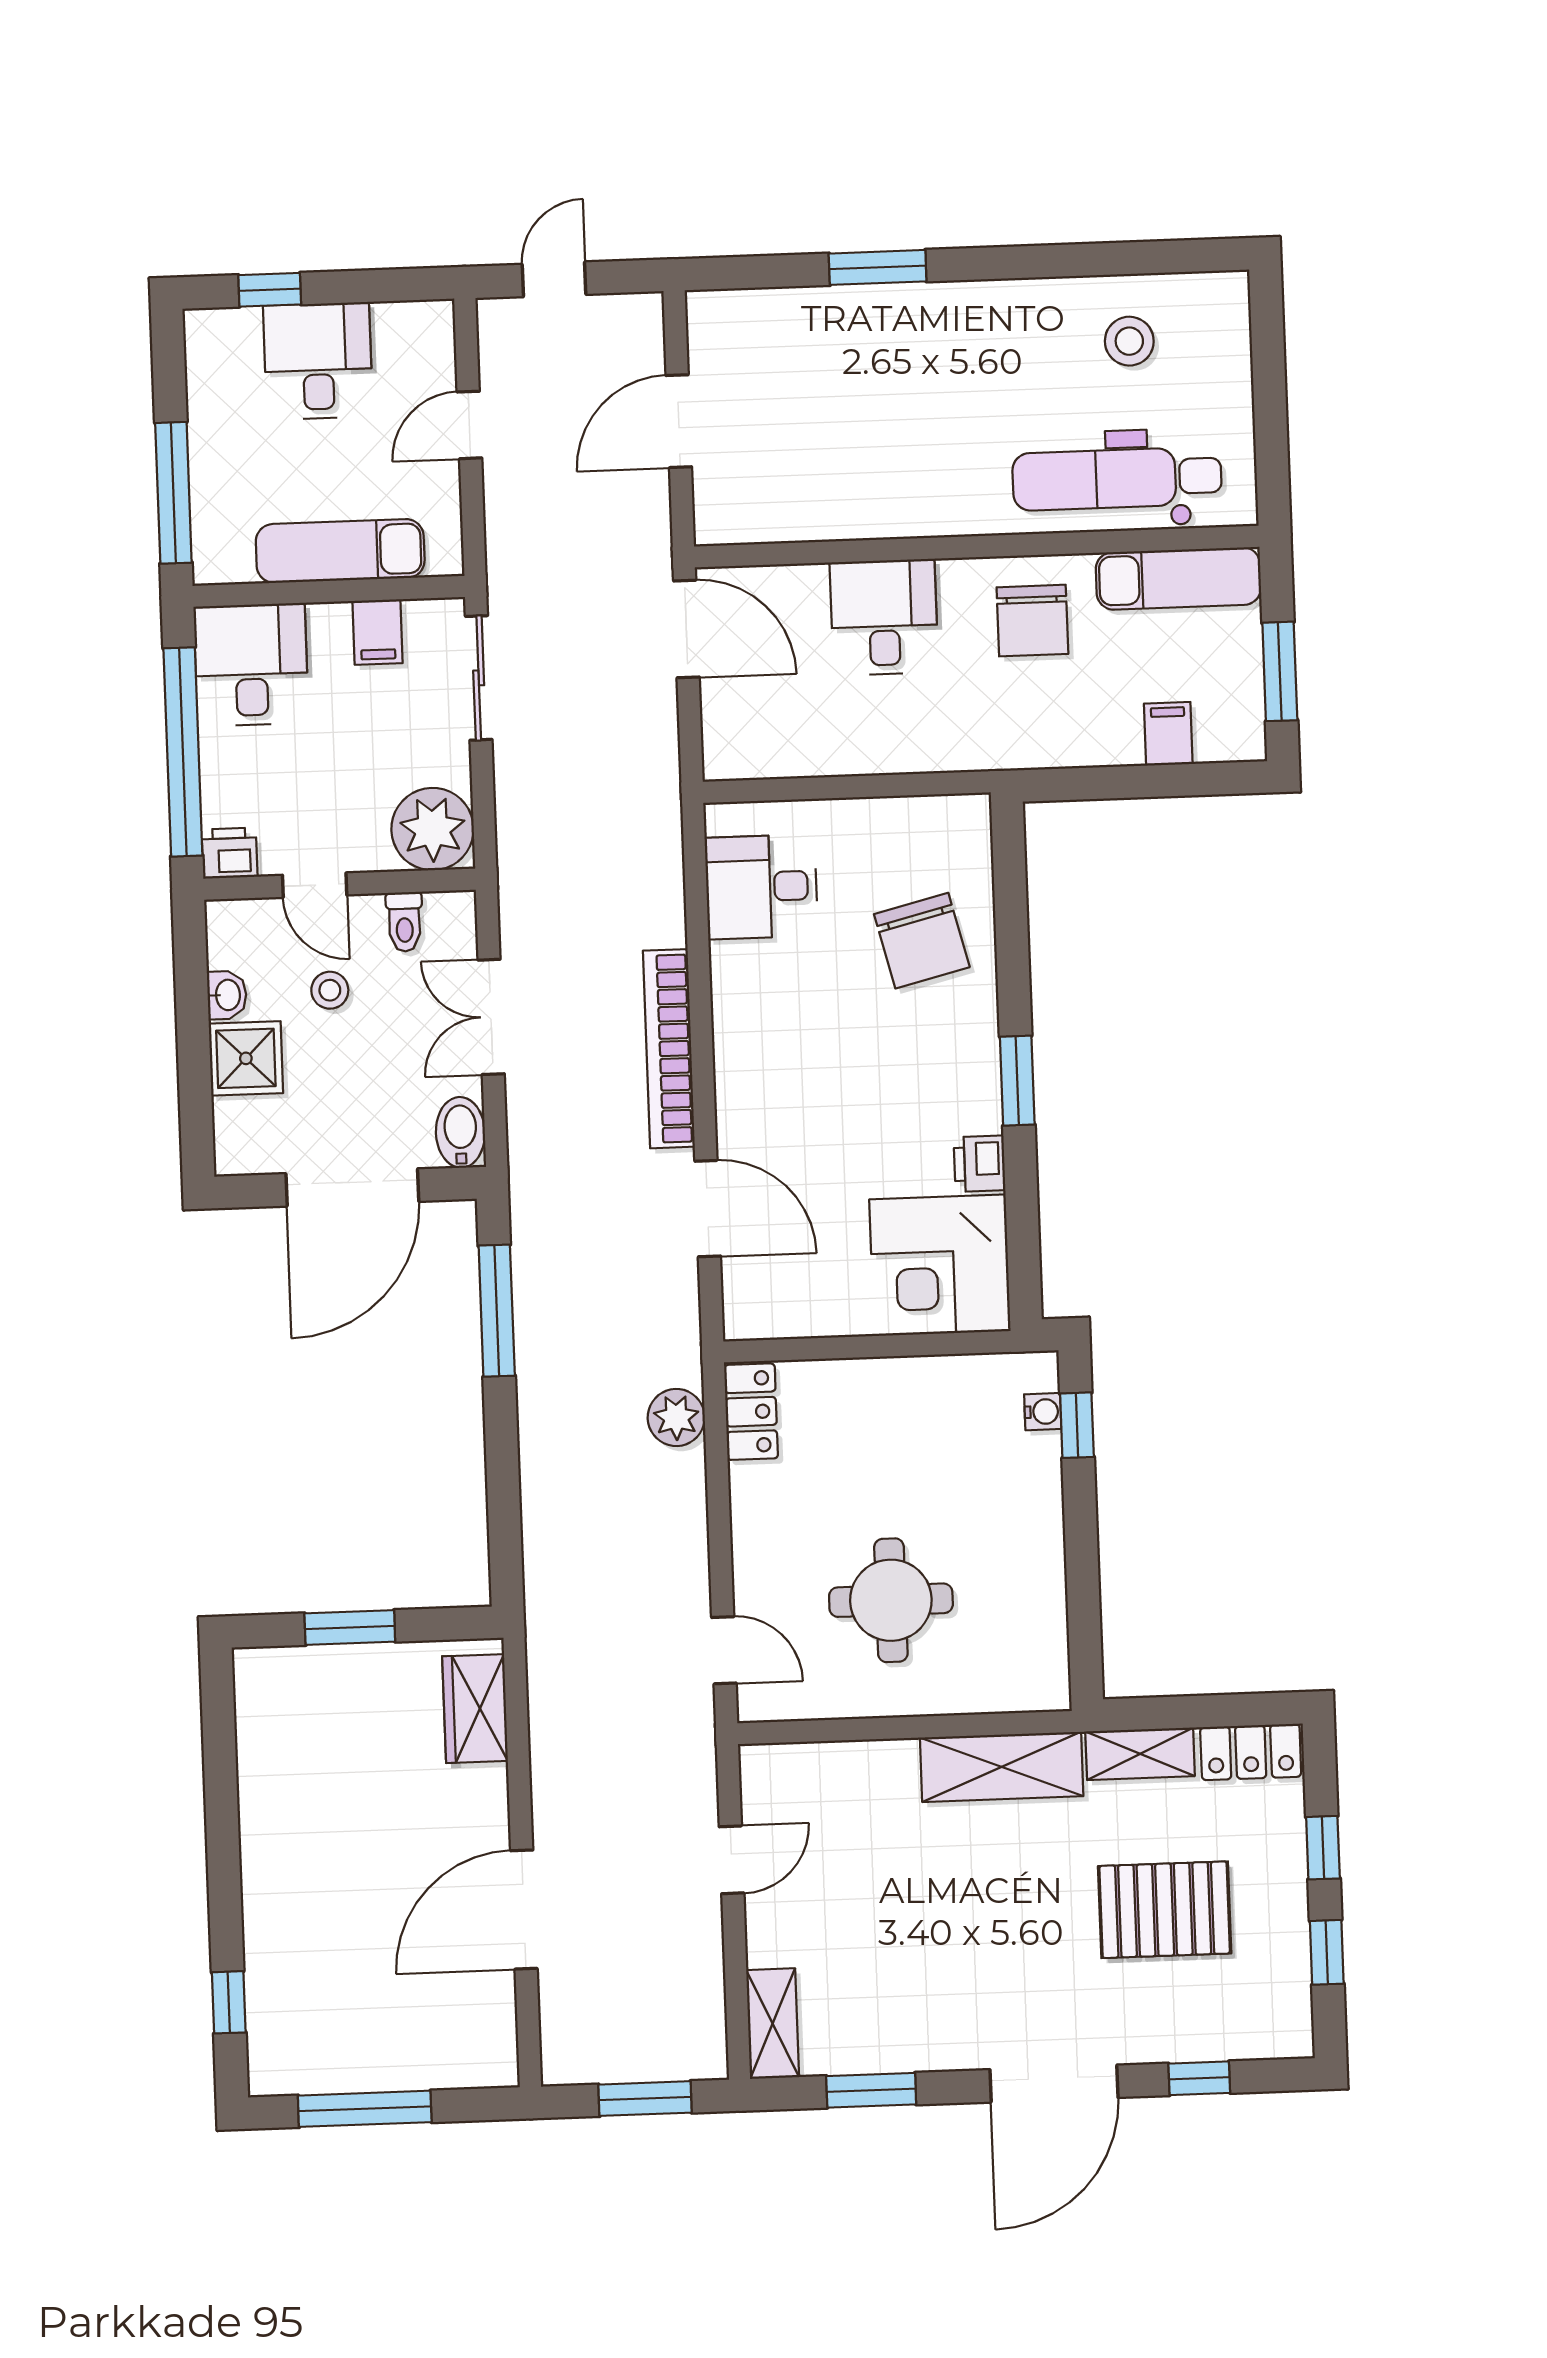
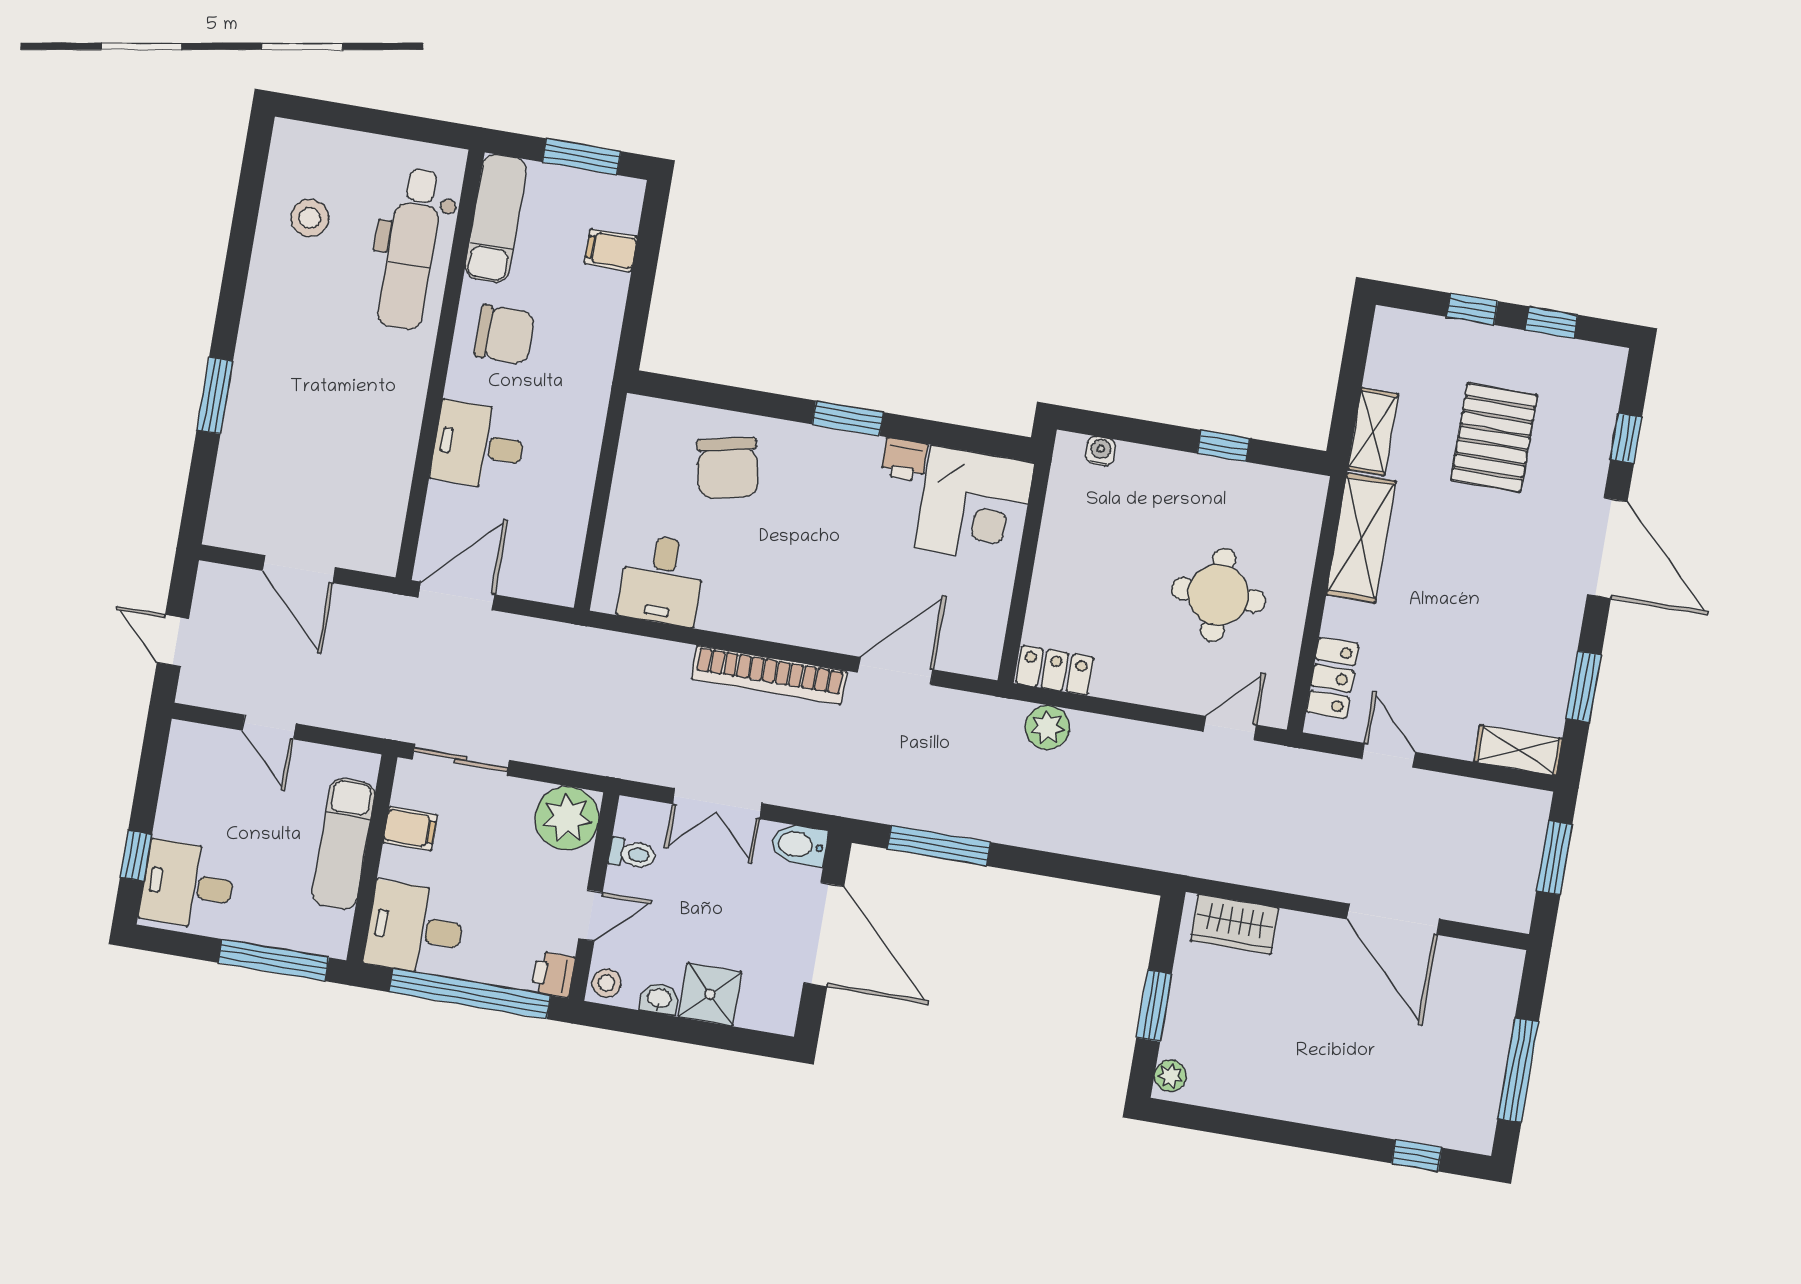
desk: (318, 361) -> (188, 885), moved
chair: (922, 941) -> (728, 468), turned 92
stool: (330, 990) -> (606, 983), moved
window: (1077, 1425) -> (1224, 446), moved
plant: (265, 1667) -> (1170, 1076), added
locker: (1251, 1752) -> (1333, 678), moved

